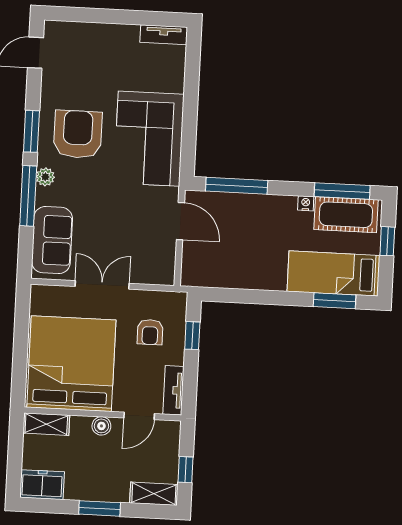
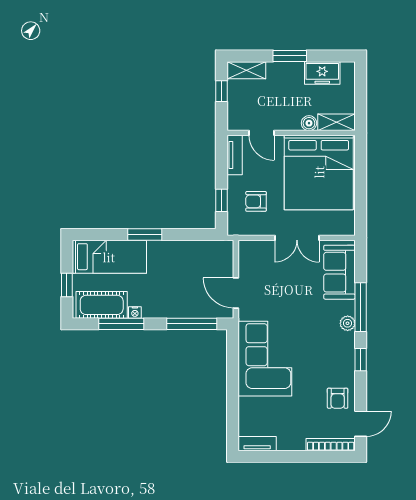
bookcase: (74, 29) -> (331, 445), added
window: (31, 131) -> (361, 360), width x0.67
armchair: (78, 134) -> (338, 398), moved, width x0.53, depth x0.53
window: (342, 191) -> (121, 324), moved
window: (335, 301) -> (145, 234), moved
armchair: (150, 332) -> (256, 201), turned -90
door: (139, 416) -> (261, 133), swing flipped
boiler: (101, 426) -> (309, 123), moved
freezer: (42, 485) -> (322, 73), moved

